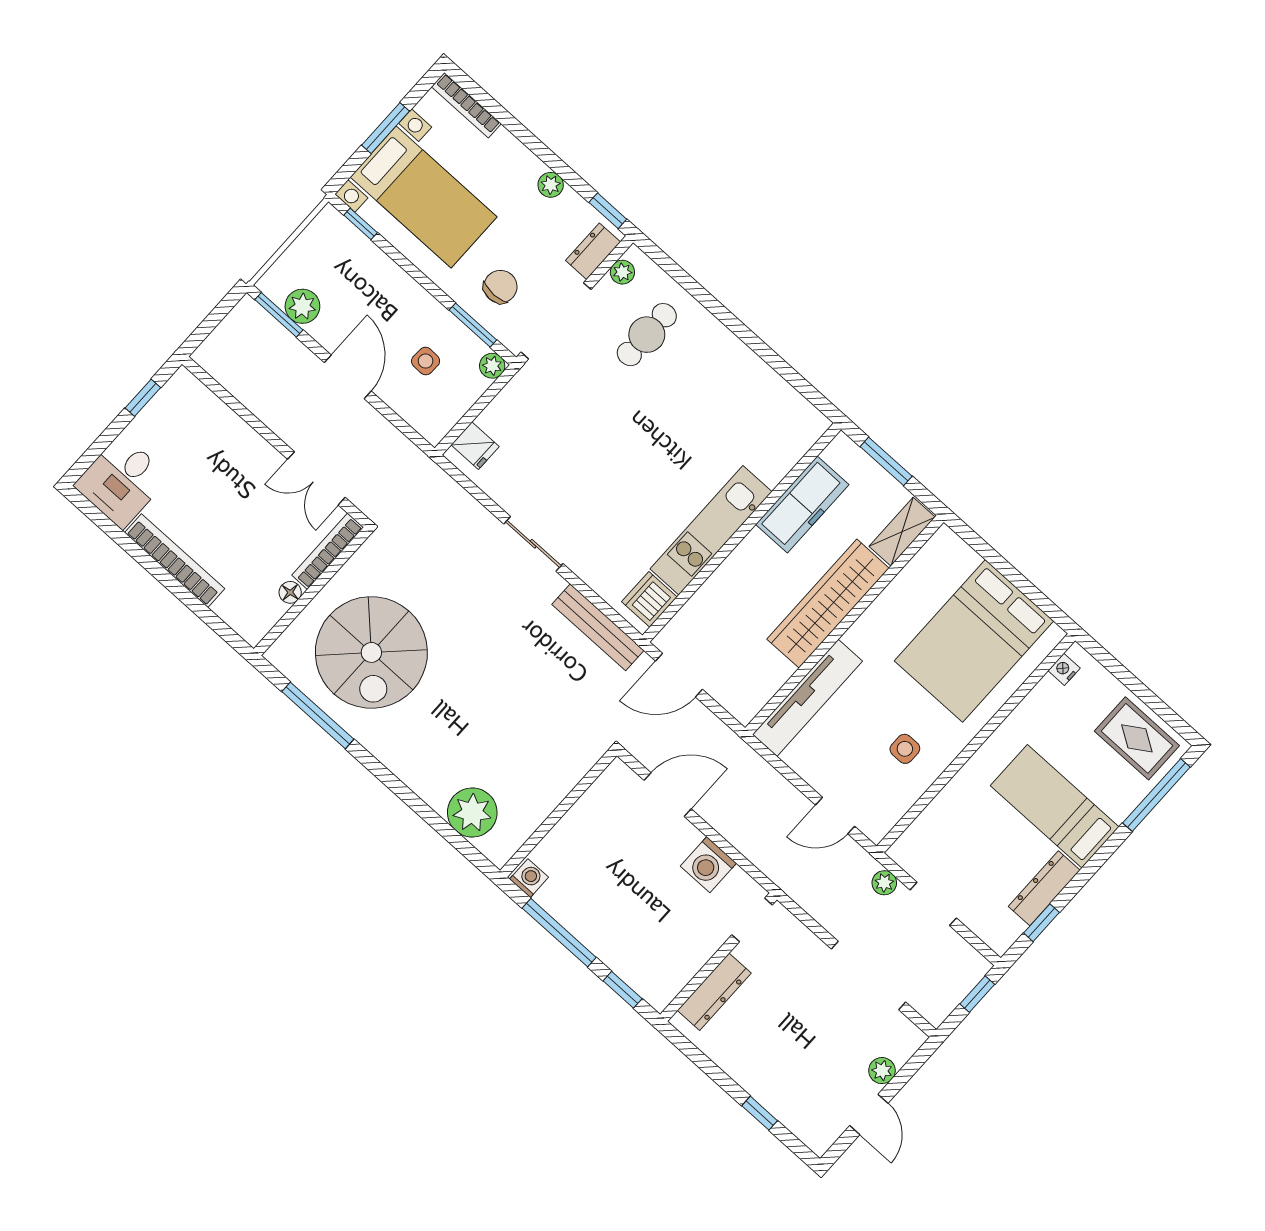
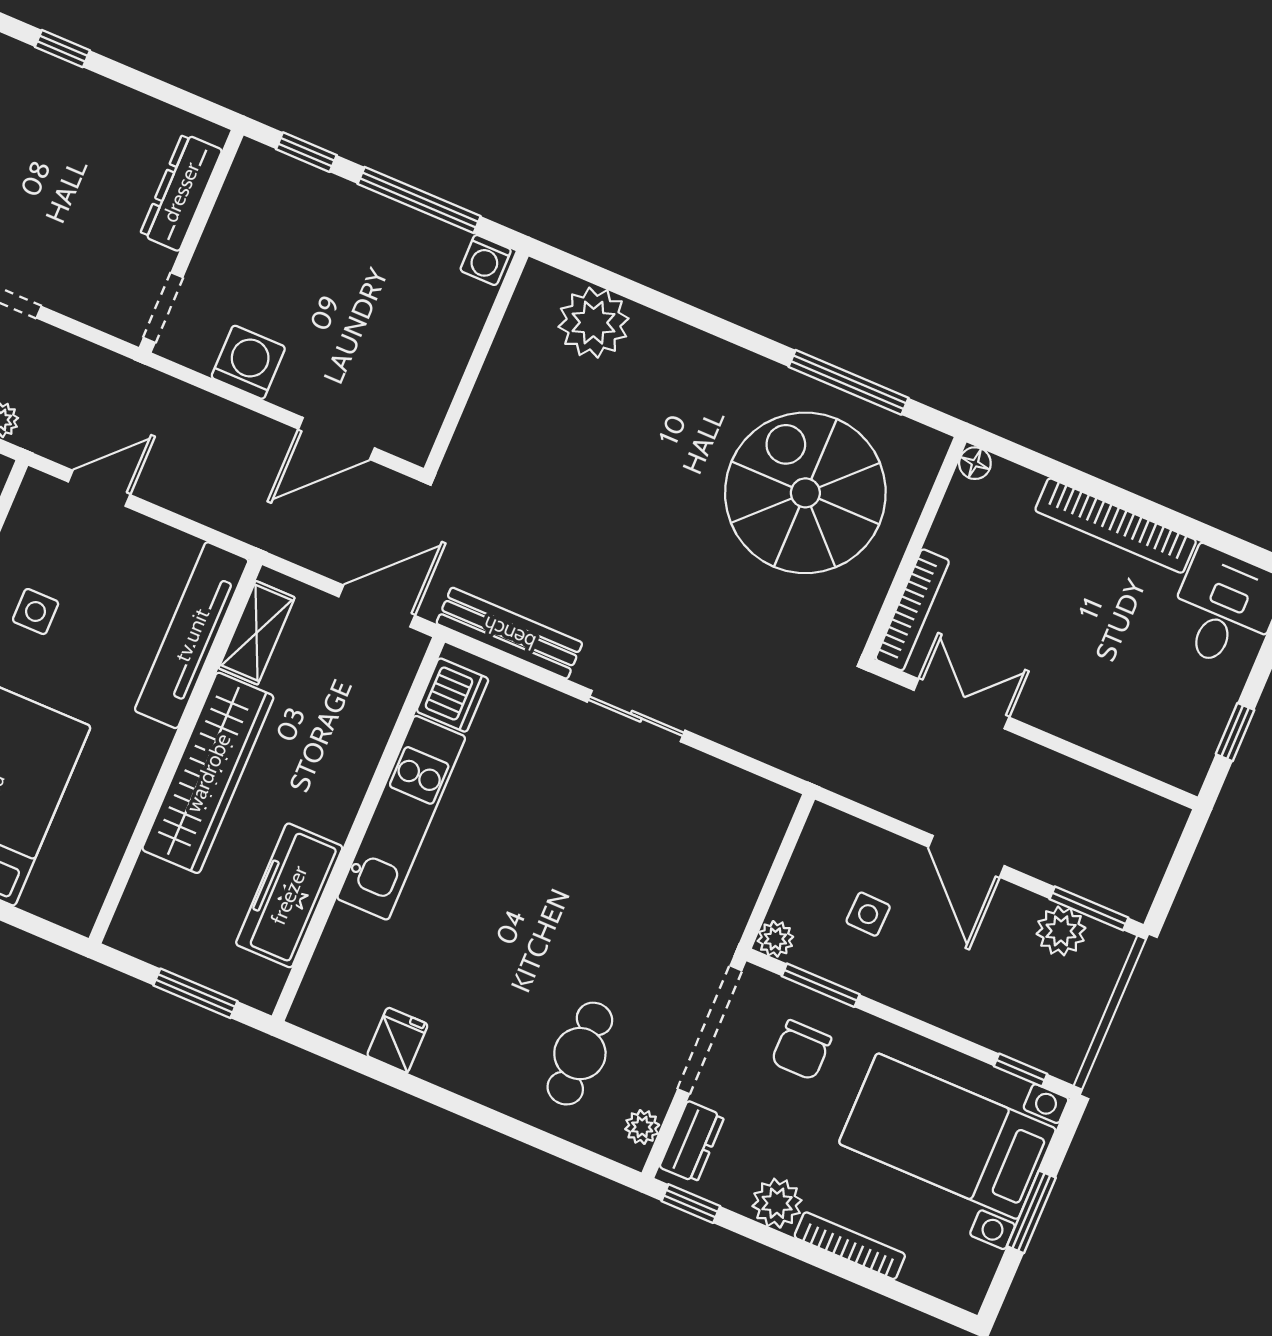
bookcase: (466, 105) -> (850, 1246), moved
plant: (551, 185) -> (777, 1203), width x1.38, depth x1.38
fridge: (475, 446) -> (397, 1040), moved, turned 90
shelving: (902, 532) -> (257, 633), moved
floor lamp: (290, 592) -> (975, 463), moved

